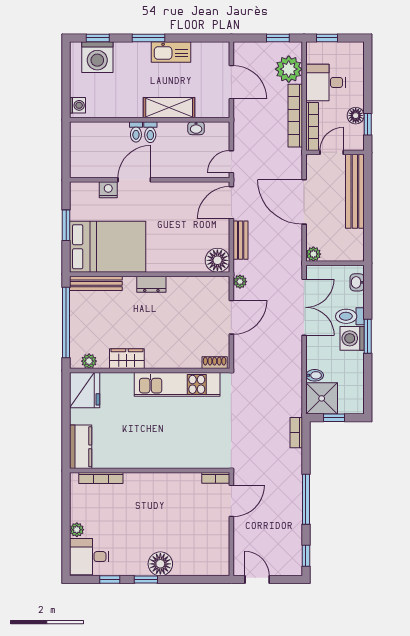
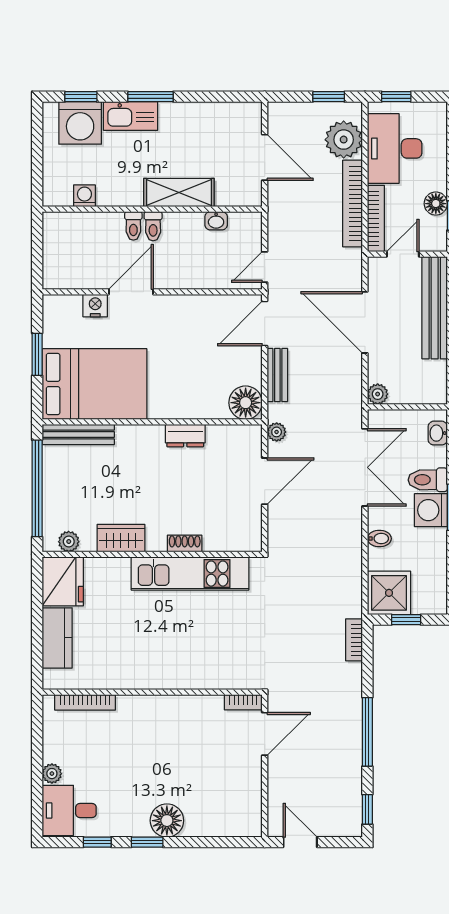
kitchen sink: (171, 52) -> (131, 116), moved
desk: (326, 82) -> (395, 148), width x1.37
washing machine: (78, 105) -> (84, 196), moved, turned -90
dresser: (151, 284) -> (185, 436), moved
shoe rack: (215, 363) -> (185, 544), moved
bidet: (315, 375) -> (379, 539), moved
kitchen counter: (81, 447) -> (57, 638), moved

